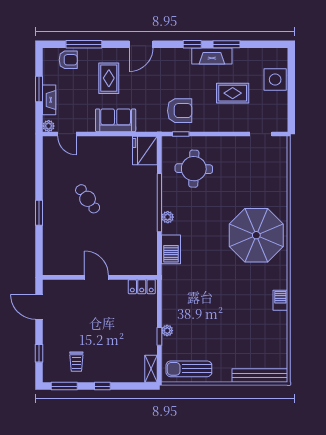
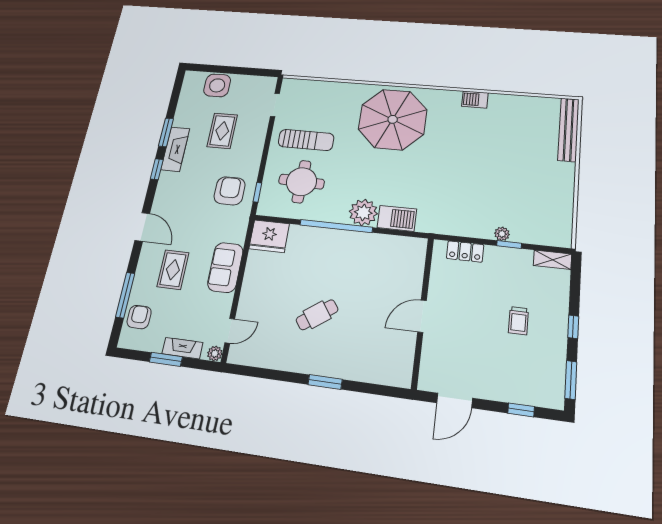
rug: (109, 78) -> (173, 270), turned 90
plant: (168, 217) -> (363, 212), width x1.87, depth x1.87
locker: (142, 287) -> (465, 252), moved, turned 90
trolley: (76, 362) -> (518, 321), moved, turned 90
sun lounger: (189, 369) -> (306, 140), moved, turned -90

